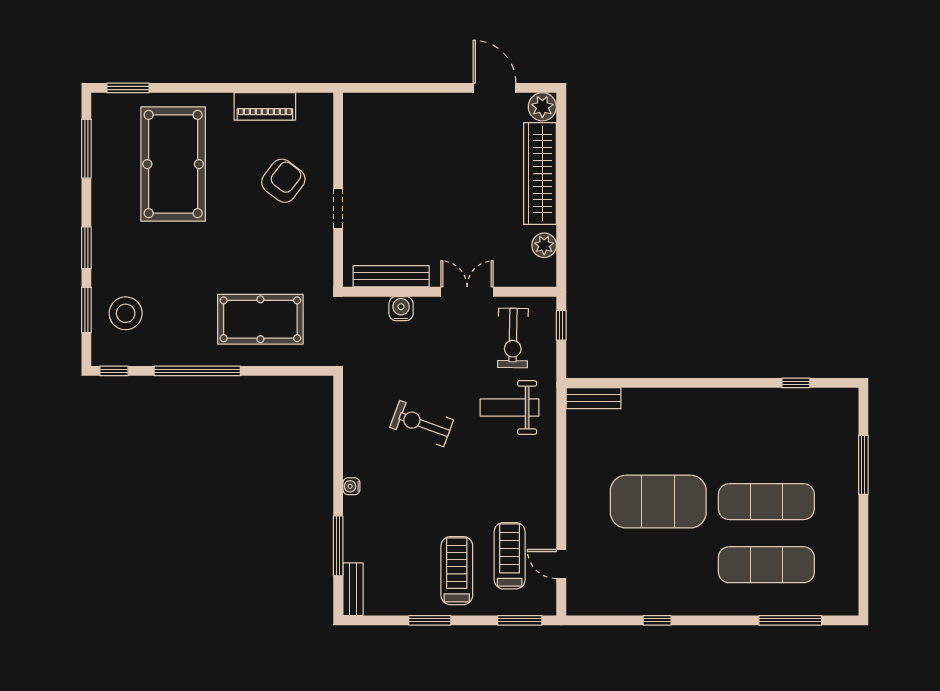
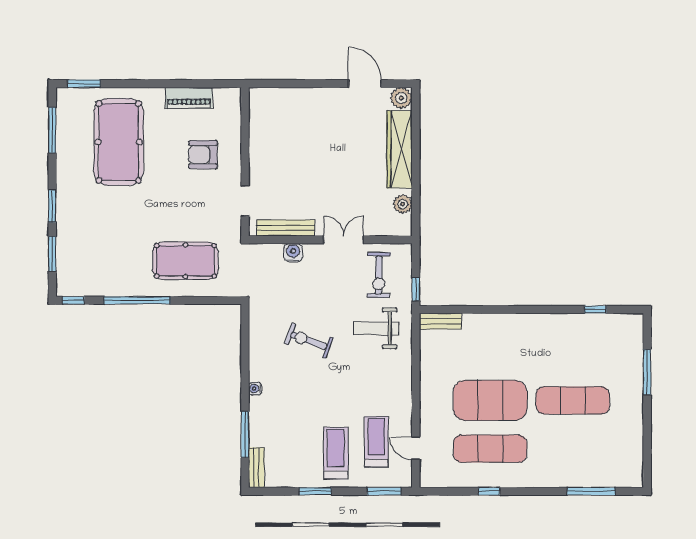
armchair: (283, 181) -> (203, 155), turned -127
doorway: (338, 209) -> (245, 201), moved
stool: (126, 313) -> (82, 256), removed
window: (561, 325) -> (416, 289), moved
exercise mat: (766, 565) -> (490, 449), moved

